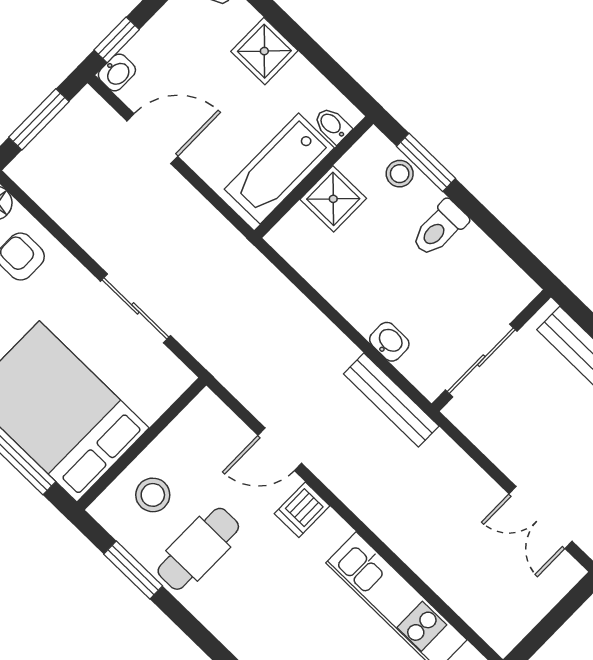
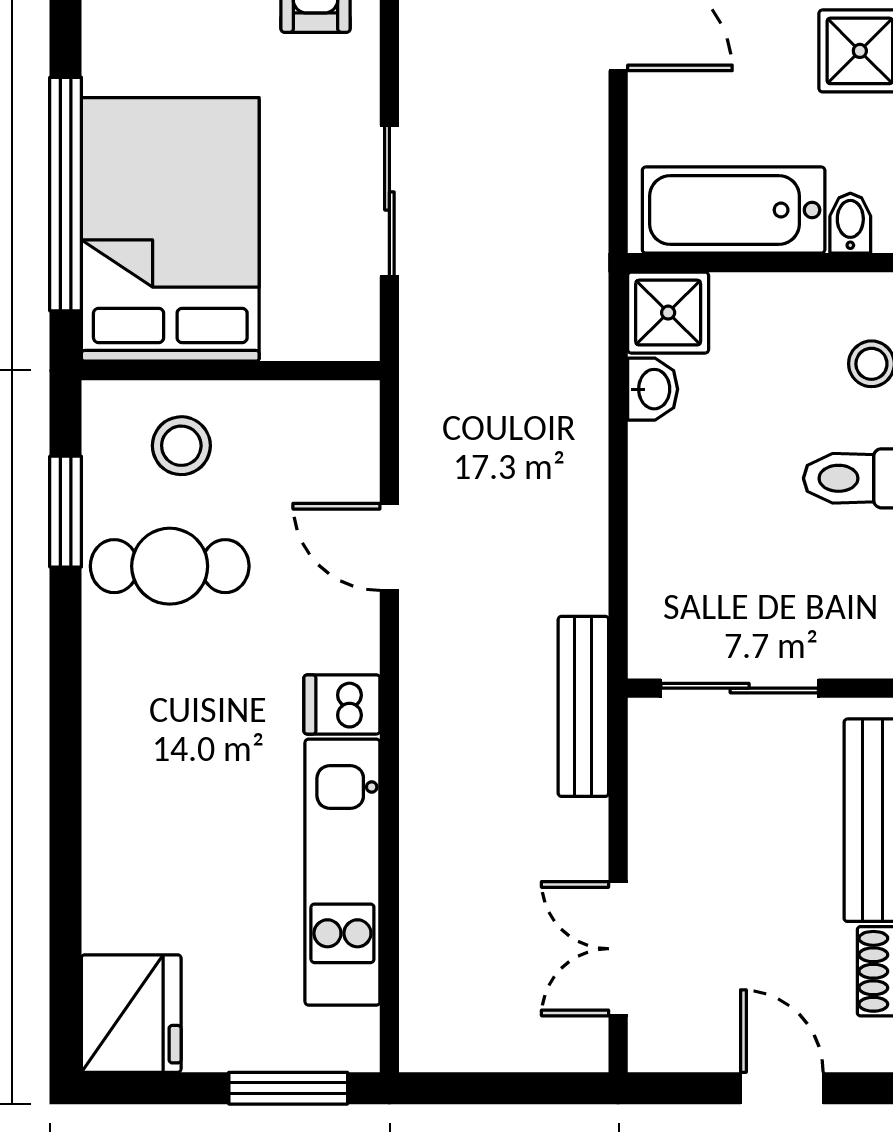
shower: (333, 199) -> (668, 313), moved
washbasin: (389, 342) -> (653, 389), moved
bench: (391, 400) -> (583, 706), moved
dishwasher: (302, 510) -> (342, 704), moved

